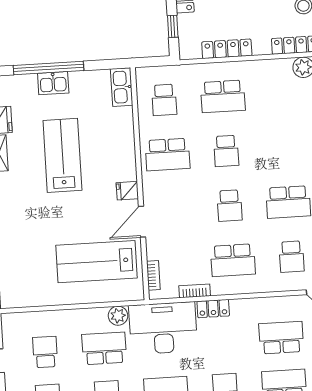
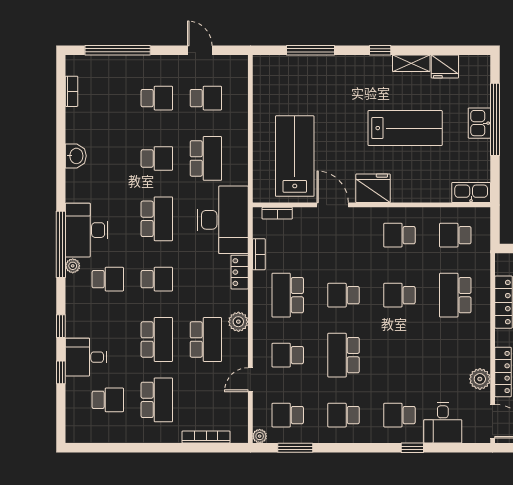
school desk: (168, 155) -> (399, 235), width x0.54
fridge: (127, 191) -> (373, 188), width x1.88, depth x1.34
plant: (118, 316) -> (238, 322), moved

